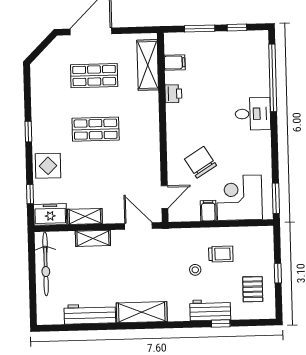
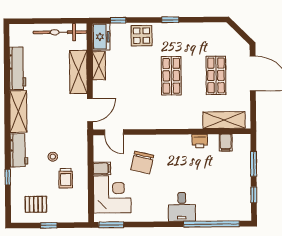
chair: (200, 162) -> (142, 163), turned 135
shelving: (93, 238) -> (78, 72), width x1.50, depth x1.33
workbench: (210, 310) -> (19, 150), moved

